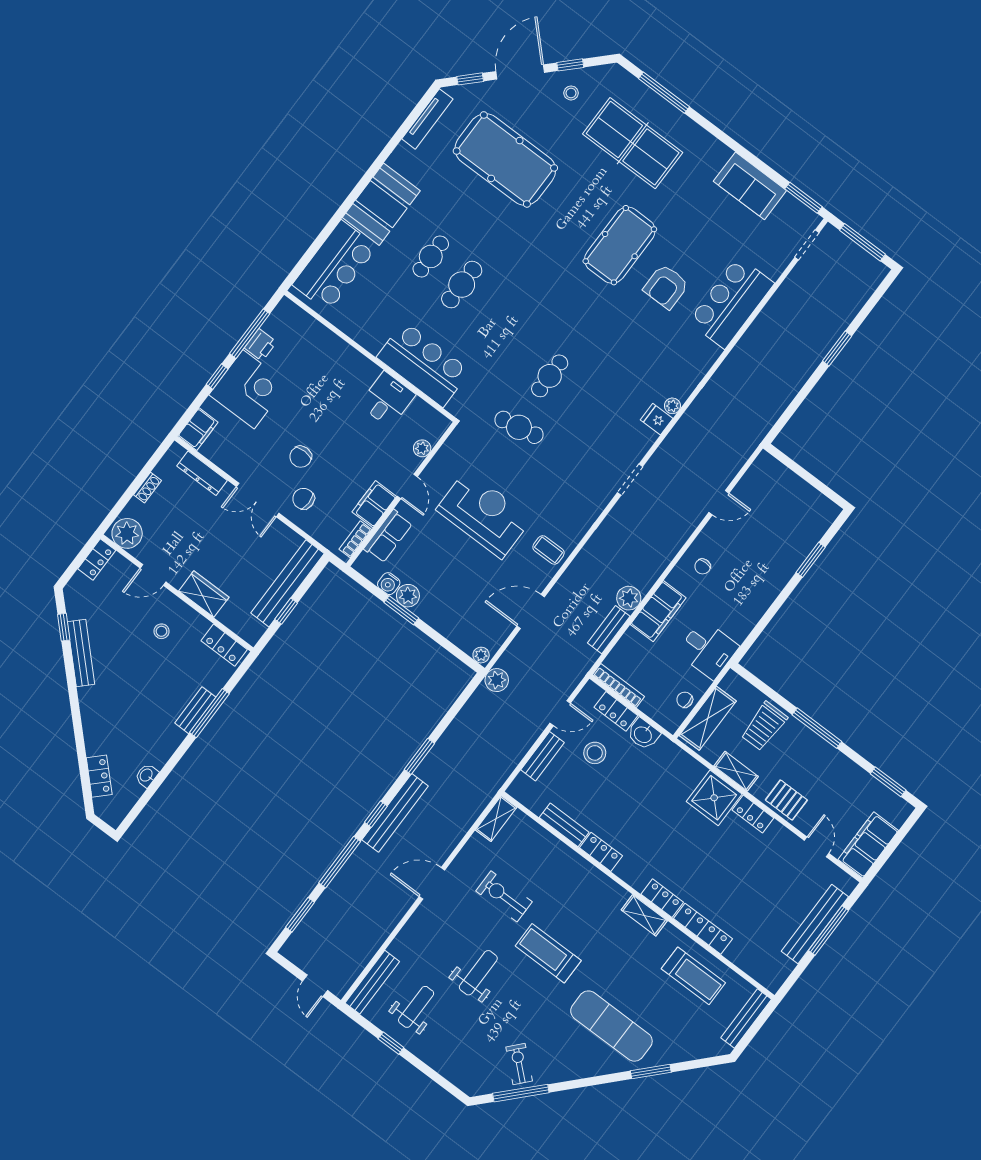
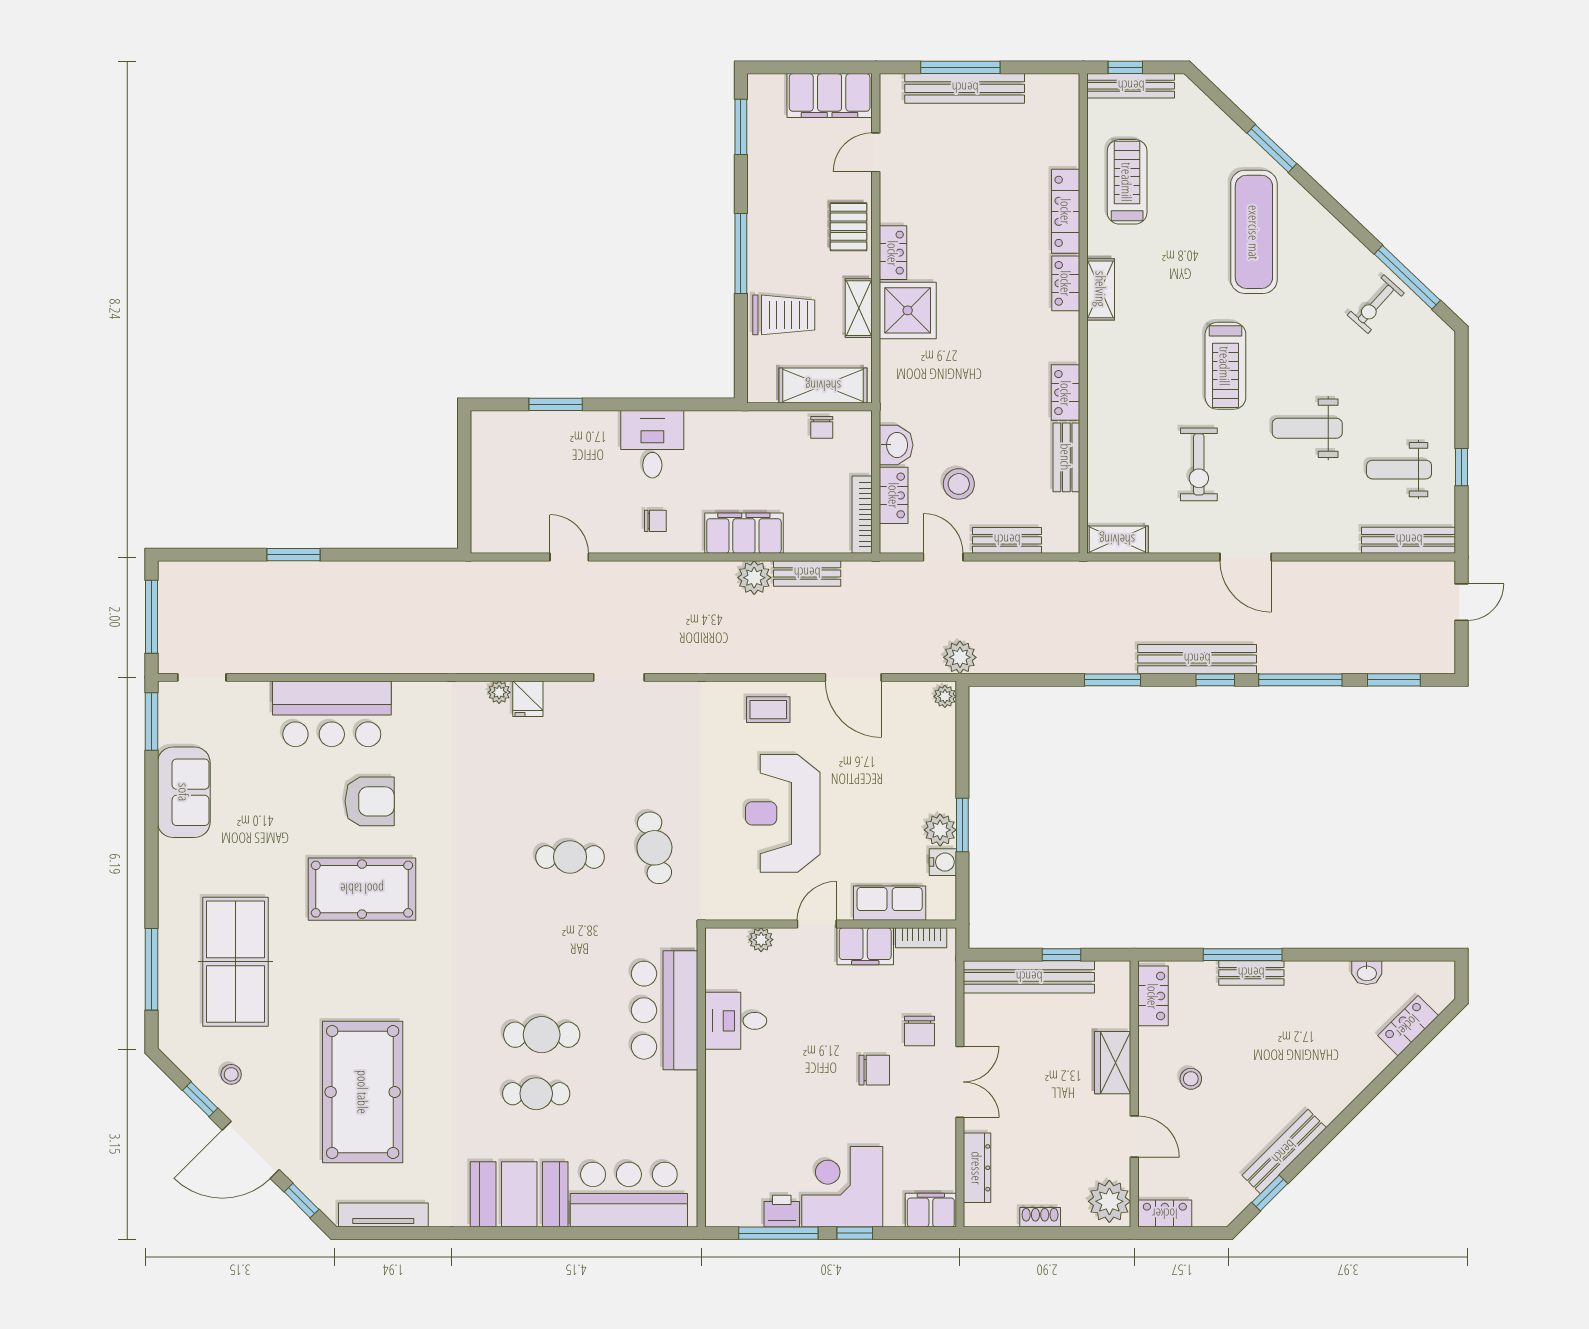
coffee table: (549, 550) -> (768, 710), turned 90
desk: (708, 649) -> (652, 444), moved
window: (758, 1023) -> (1125, 67), added

